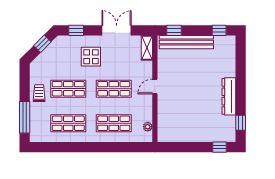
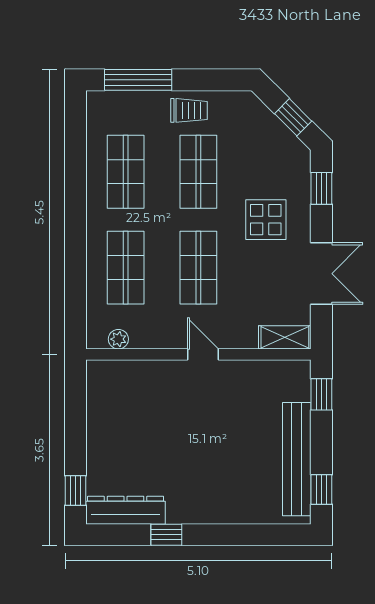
bench: (186, 42) -> (297, 459), moved
dresser: (229, 96) -> (126, 510), moved
window: (241, 123) -> (166, 535), moved

